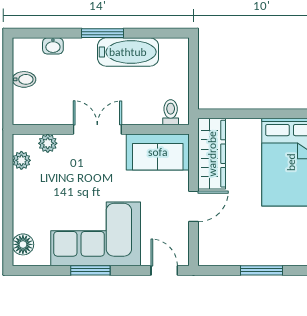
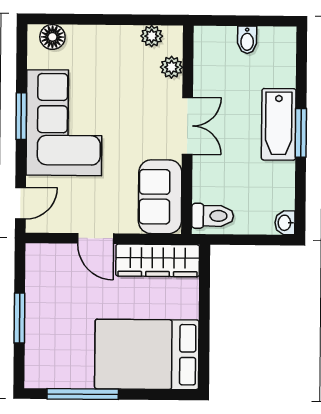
washbasin: (53, 46) -> (285, 223), moved
bathtub: (128, 52) -> (279, 124), moved
toilet: (171, 112) -> (213, 216), width x1.37, depth x1.39

